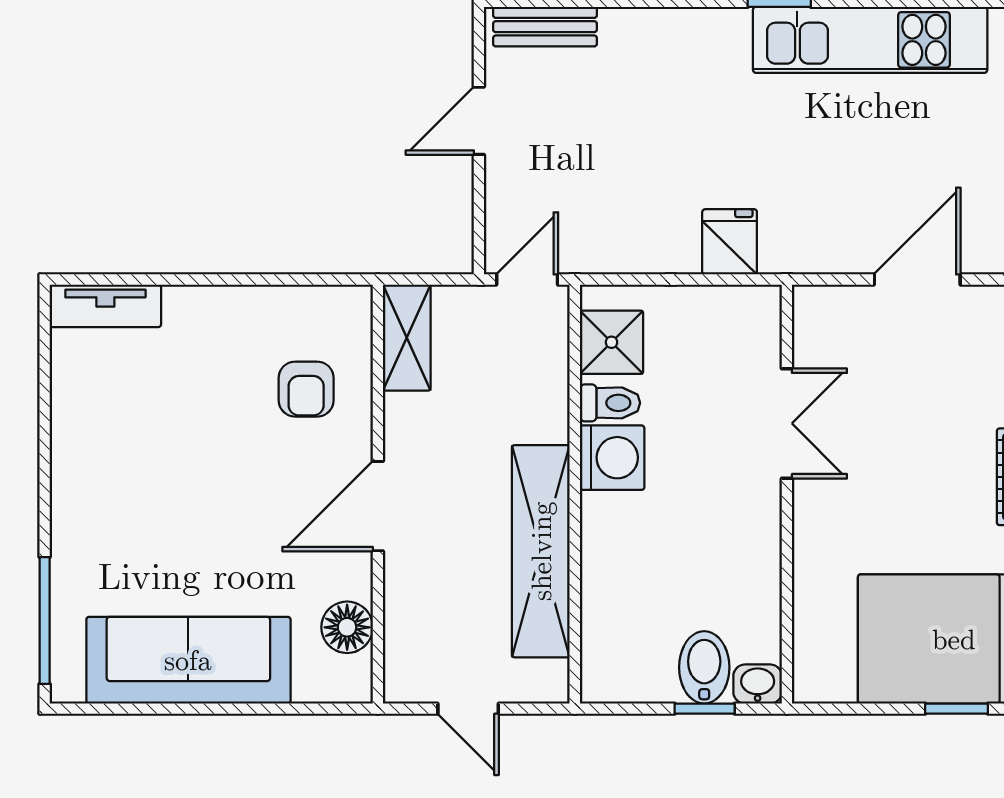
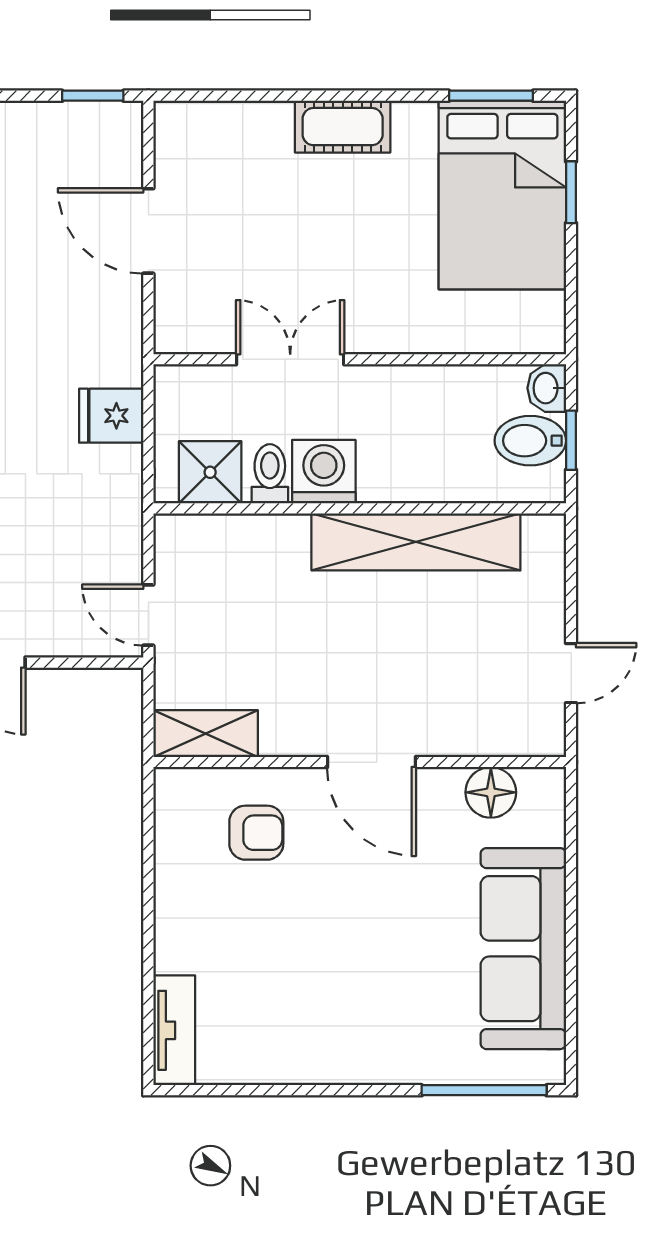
shower: (612, 342) -> (210, 472), moved
toilet: (610, 403) -> (270, 474), moved
washing machine: (612, 458) -> (324, 472), moved
wall: (575, 494) -> (360, 508), moved
shelving: (541, 551) -> (416, 542), moved

